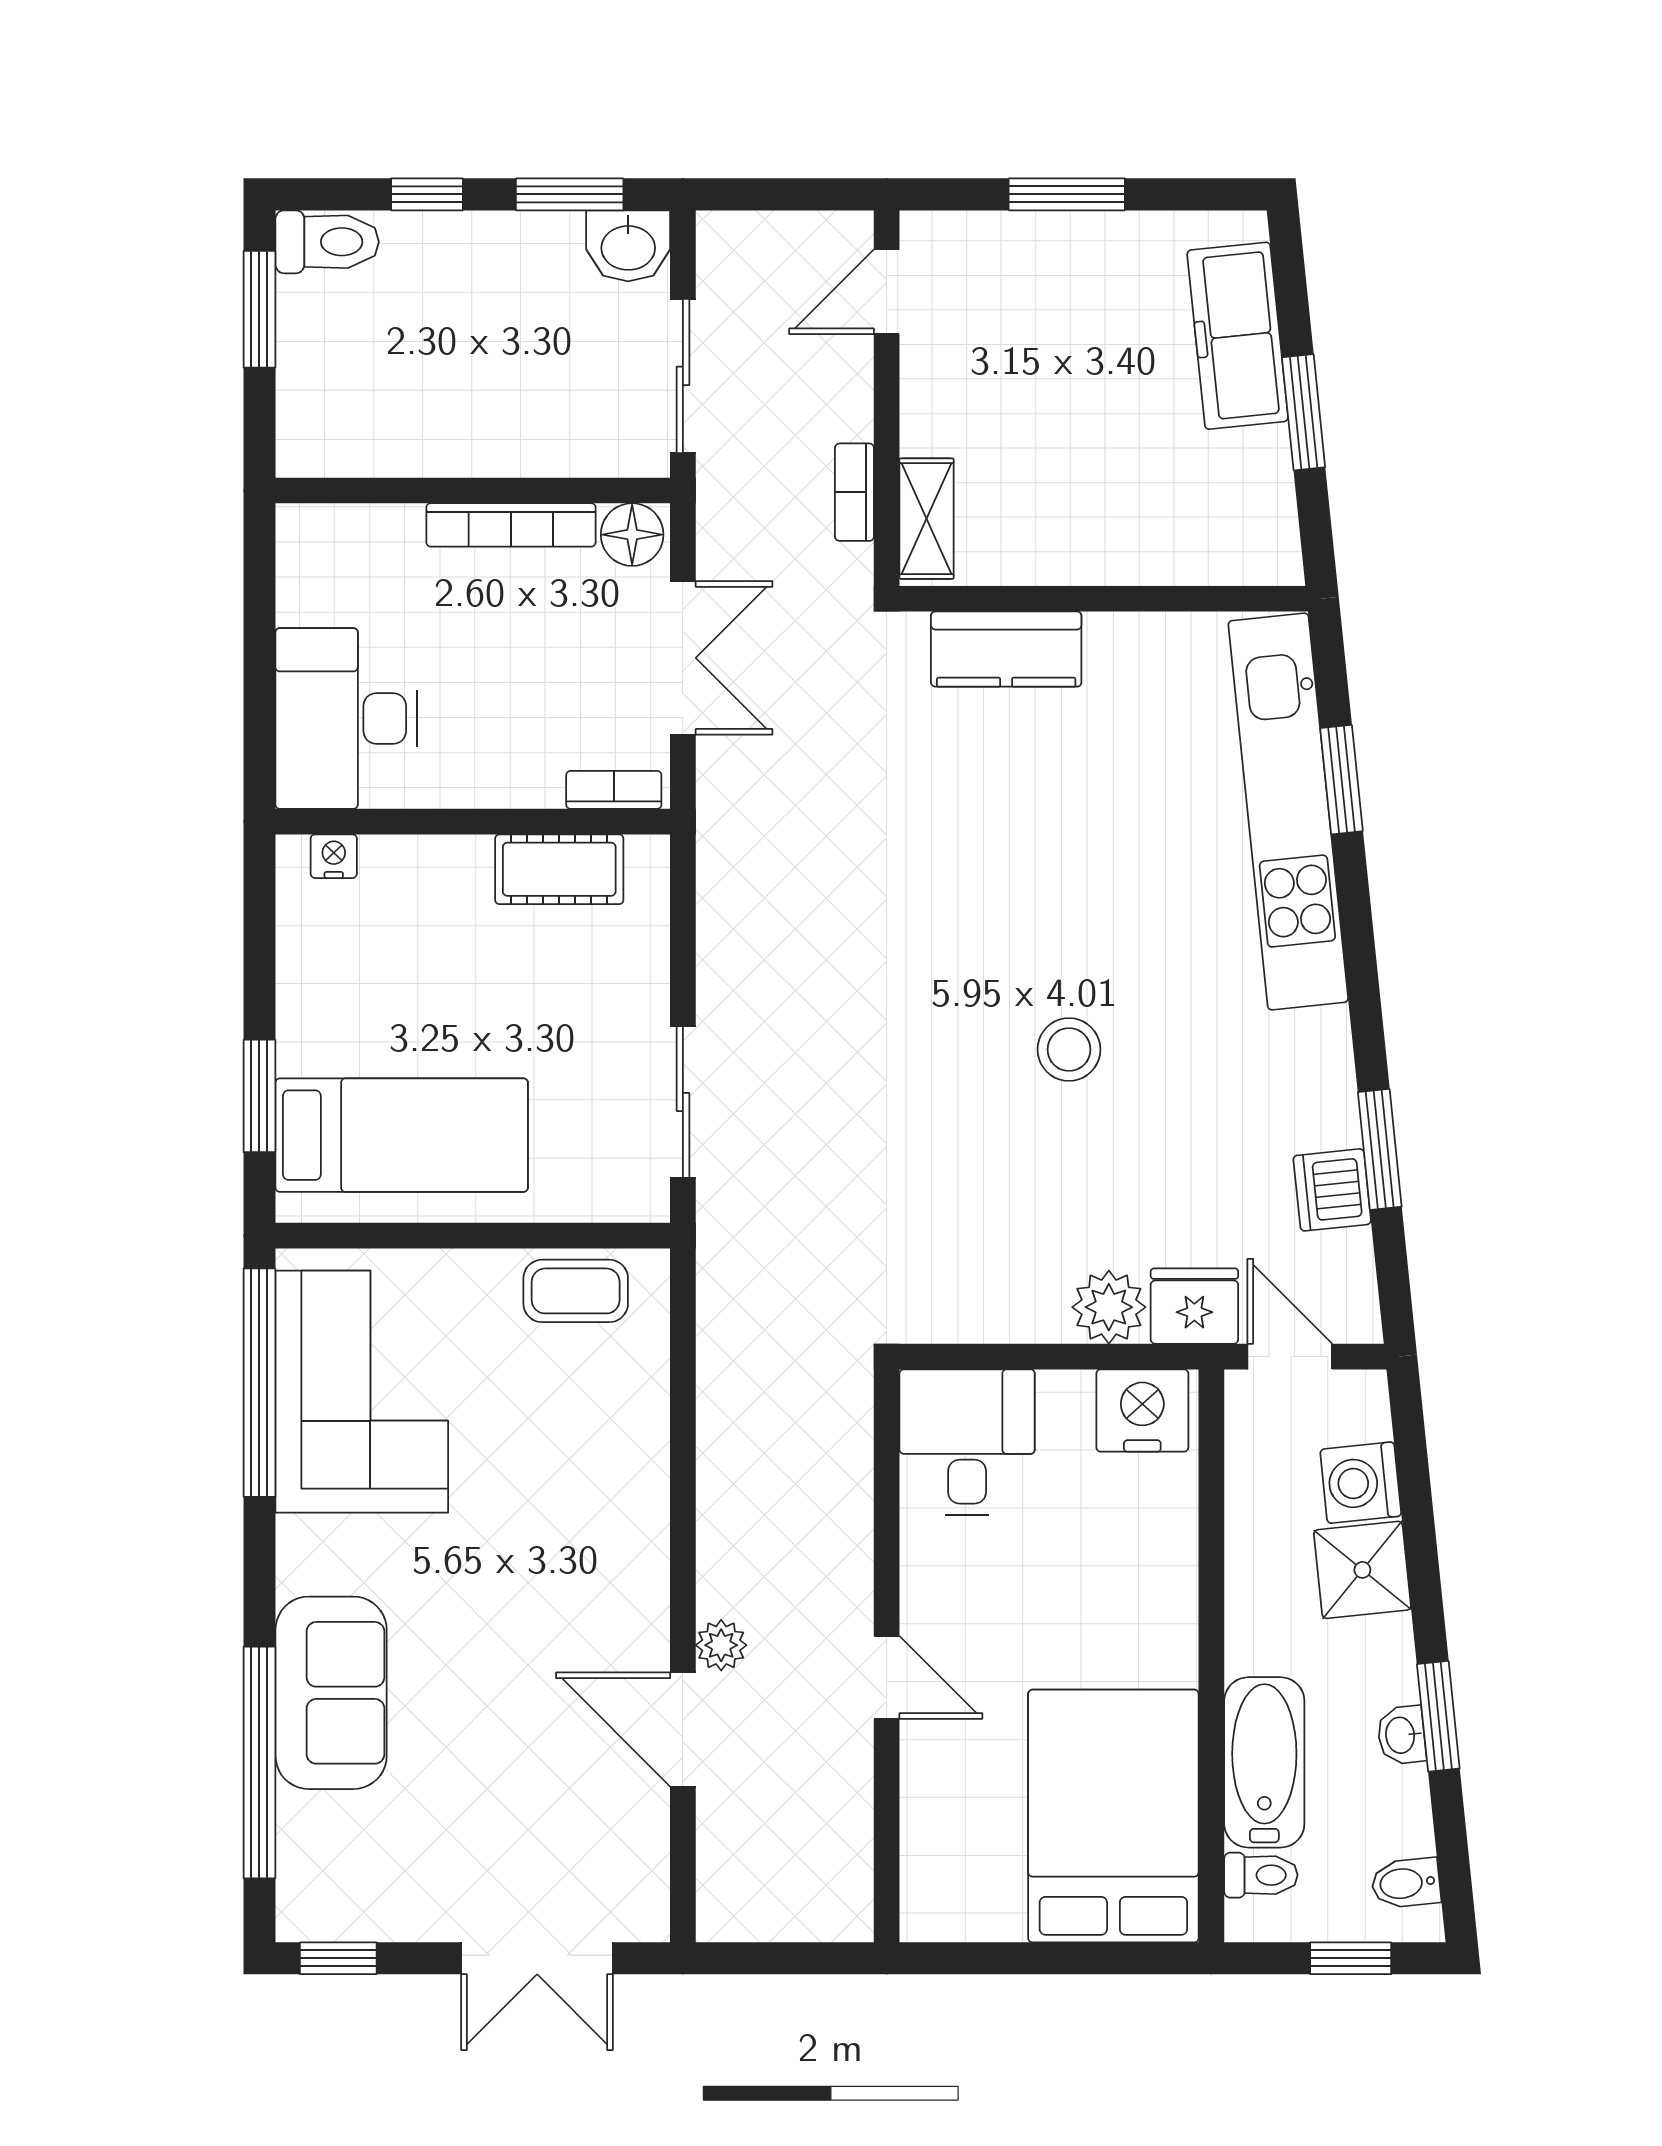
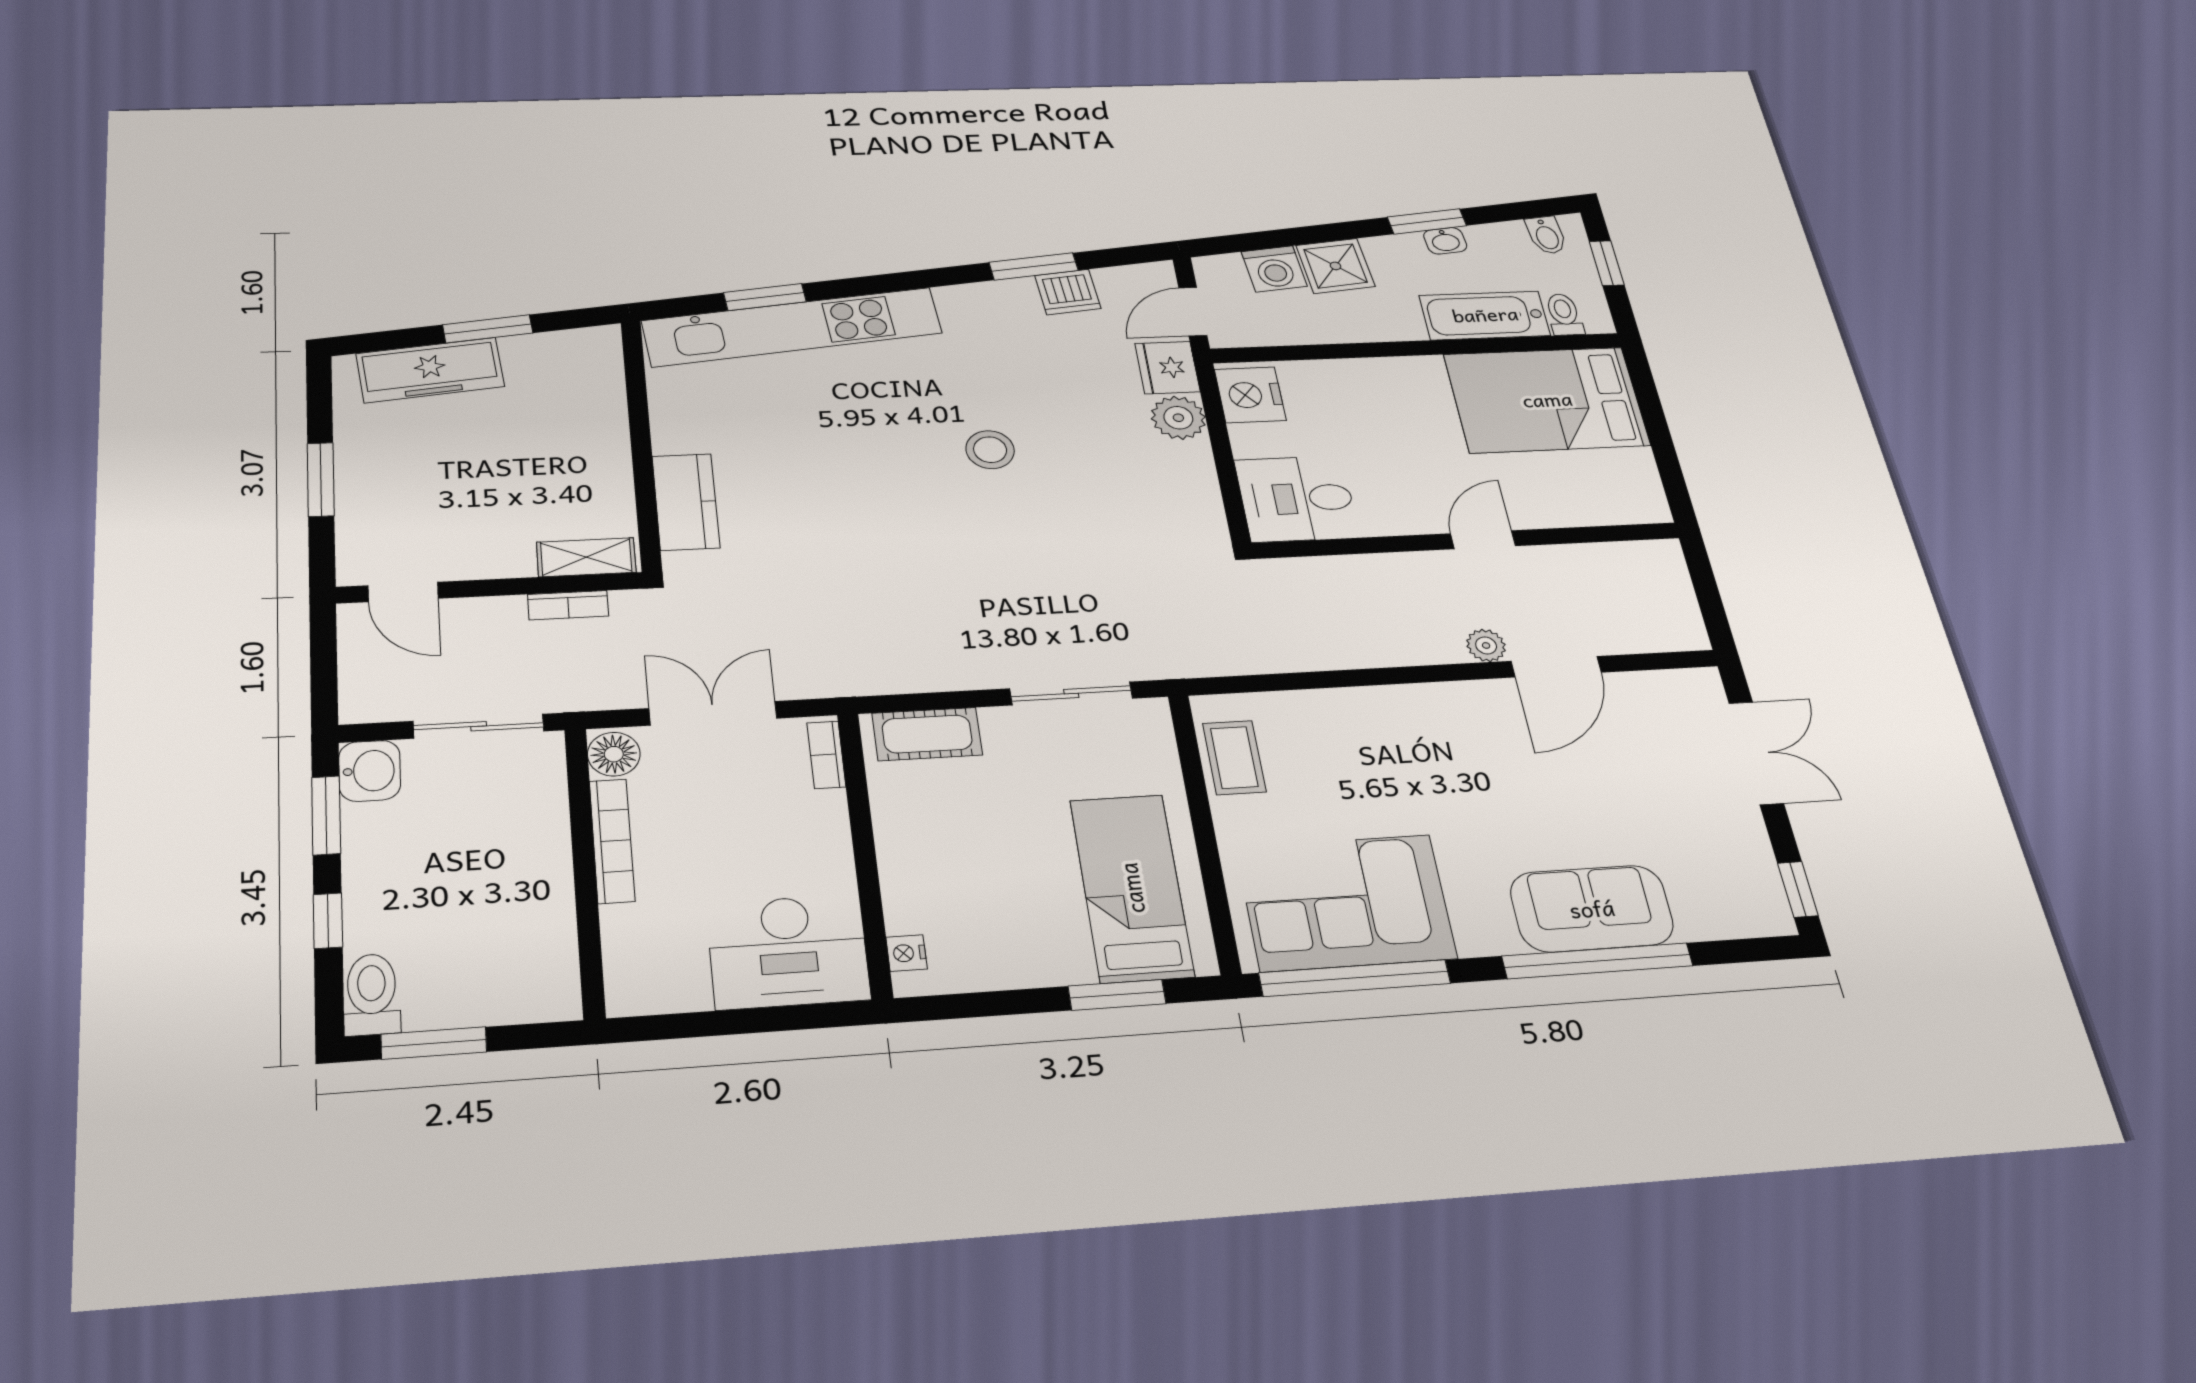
cot: (559, 869) -> (927, 734), moved, turned 90
window: (259, 1762) -> (1598, 961), moved

